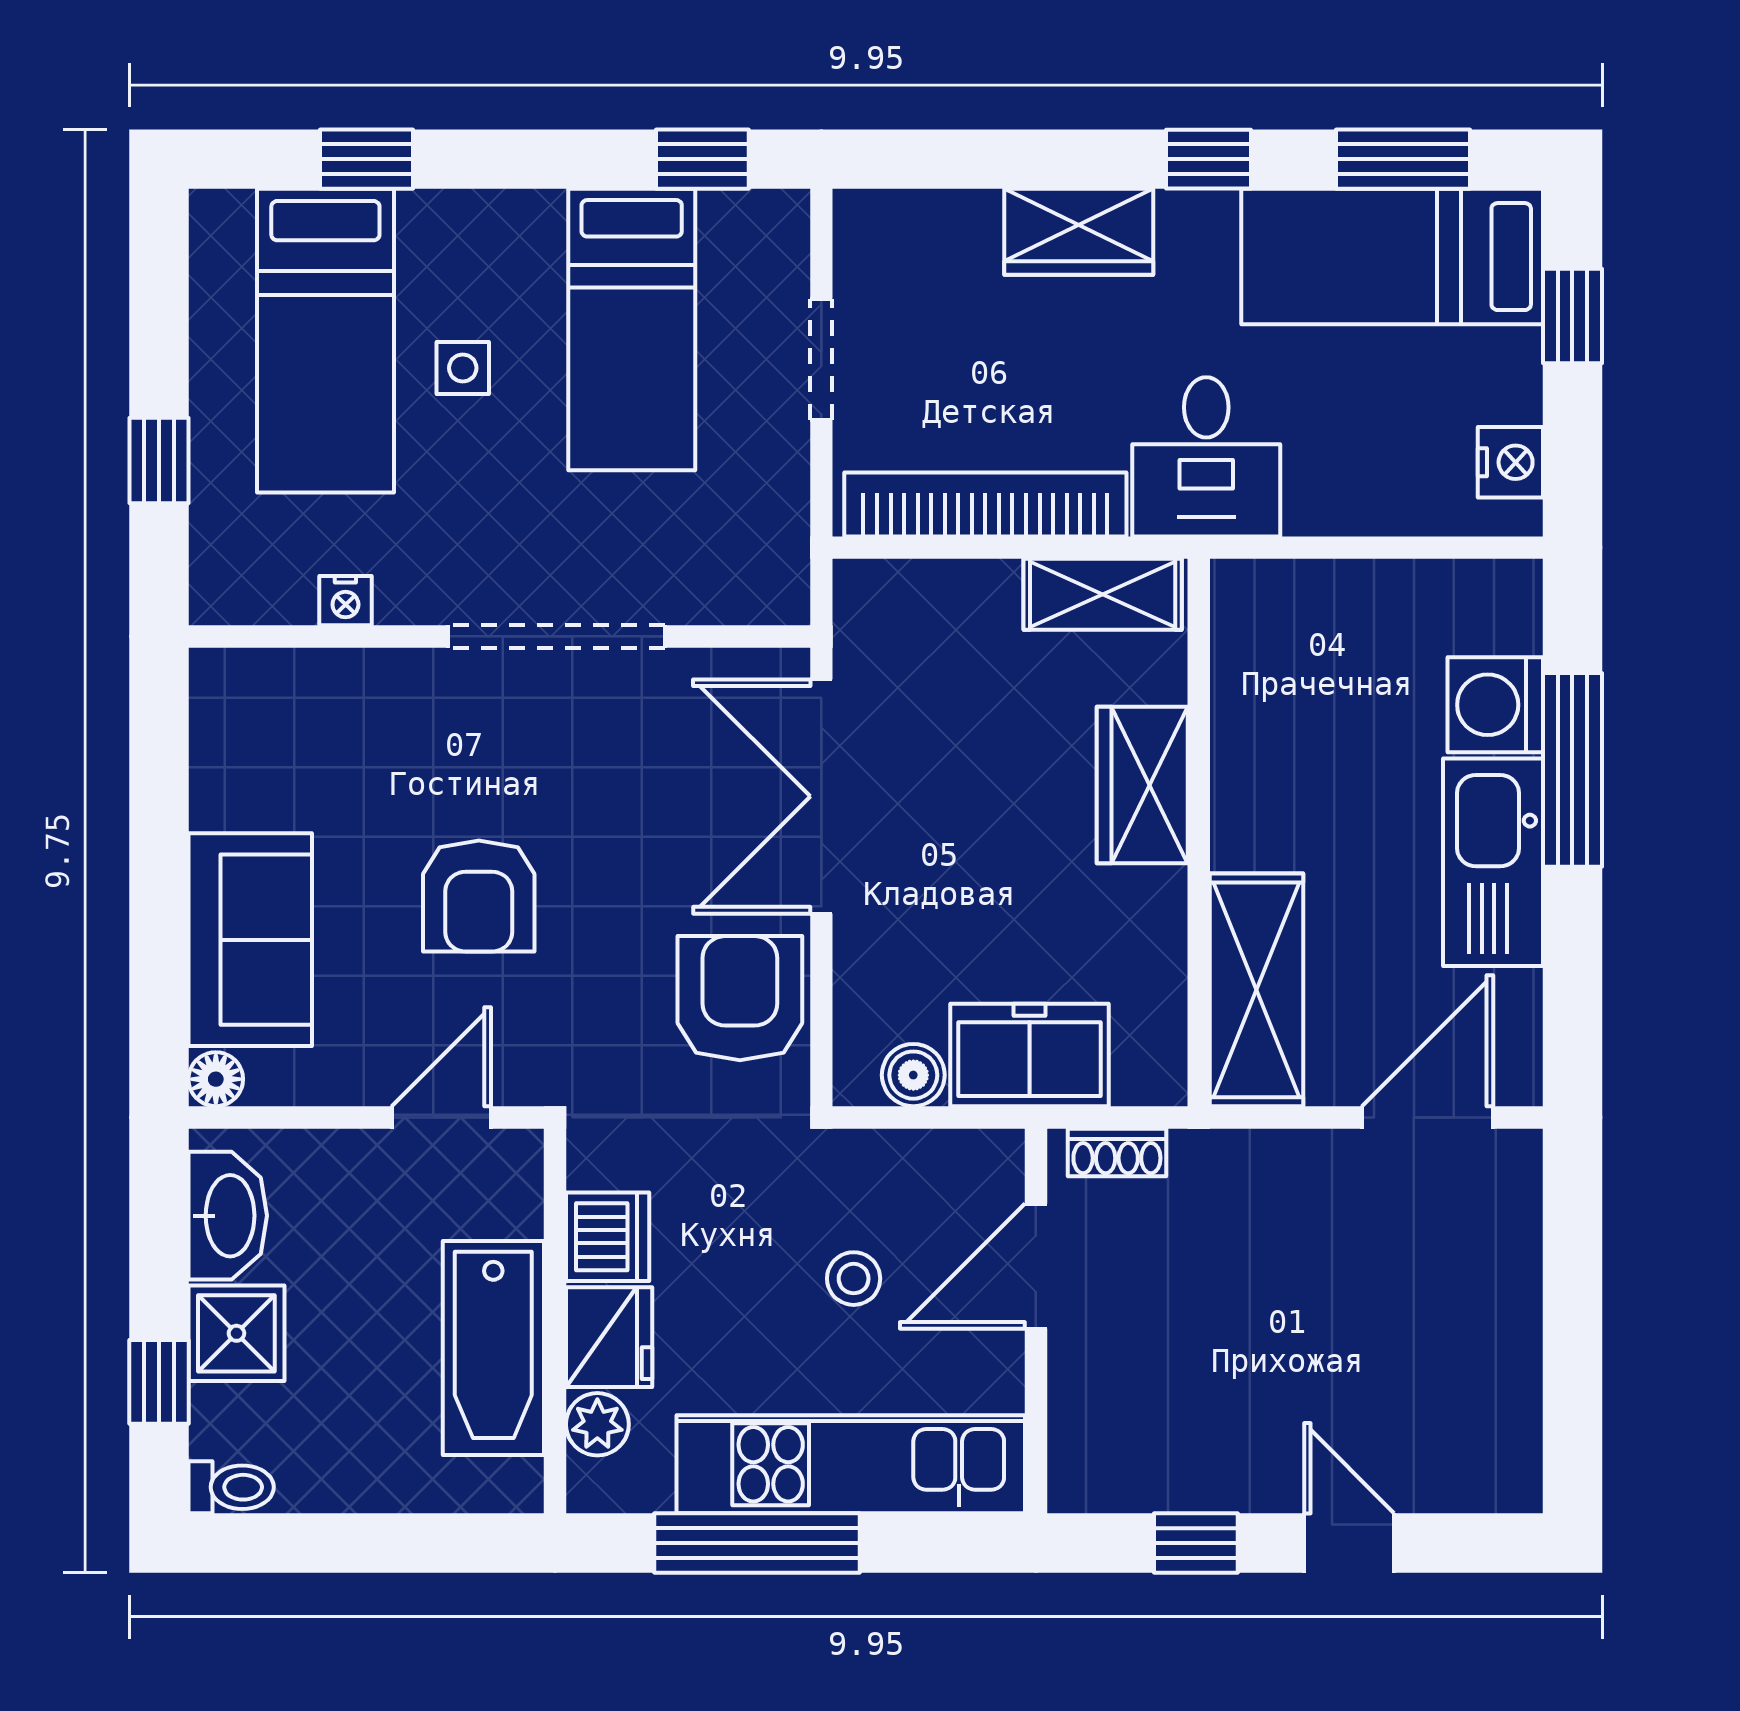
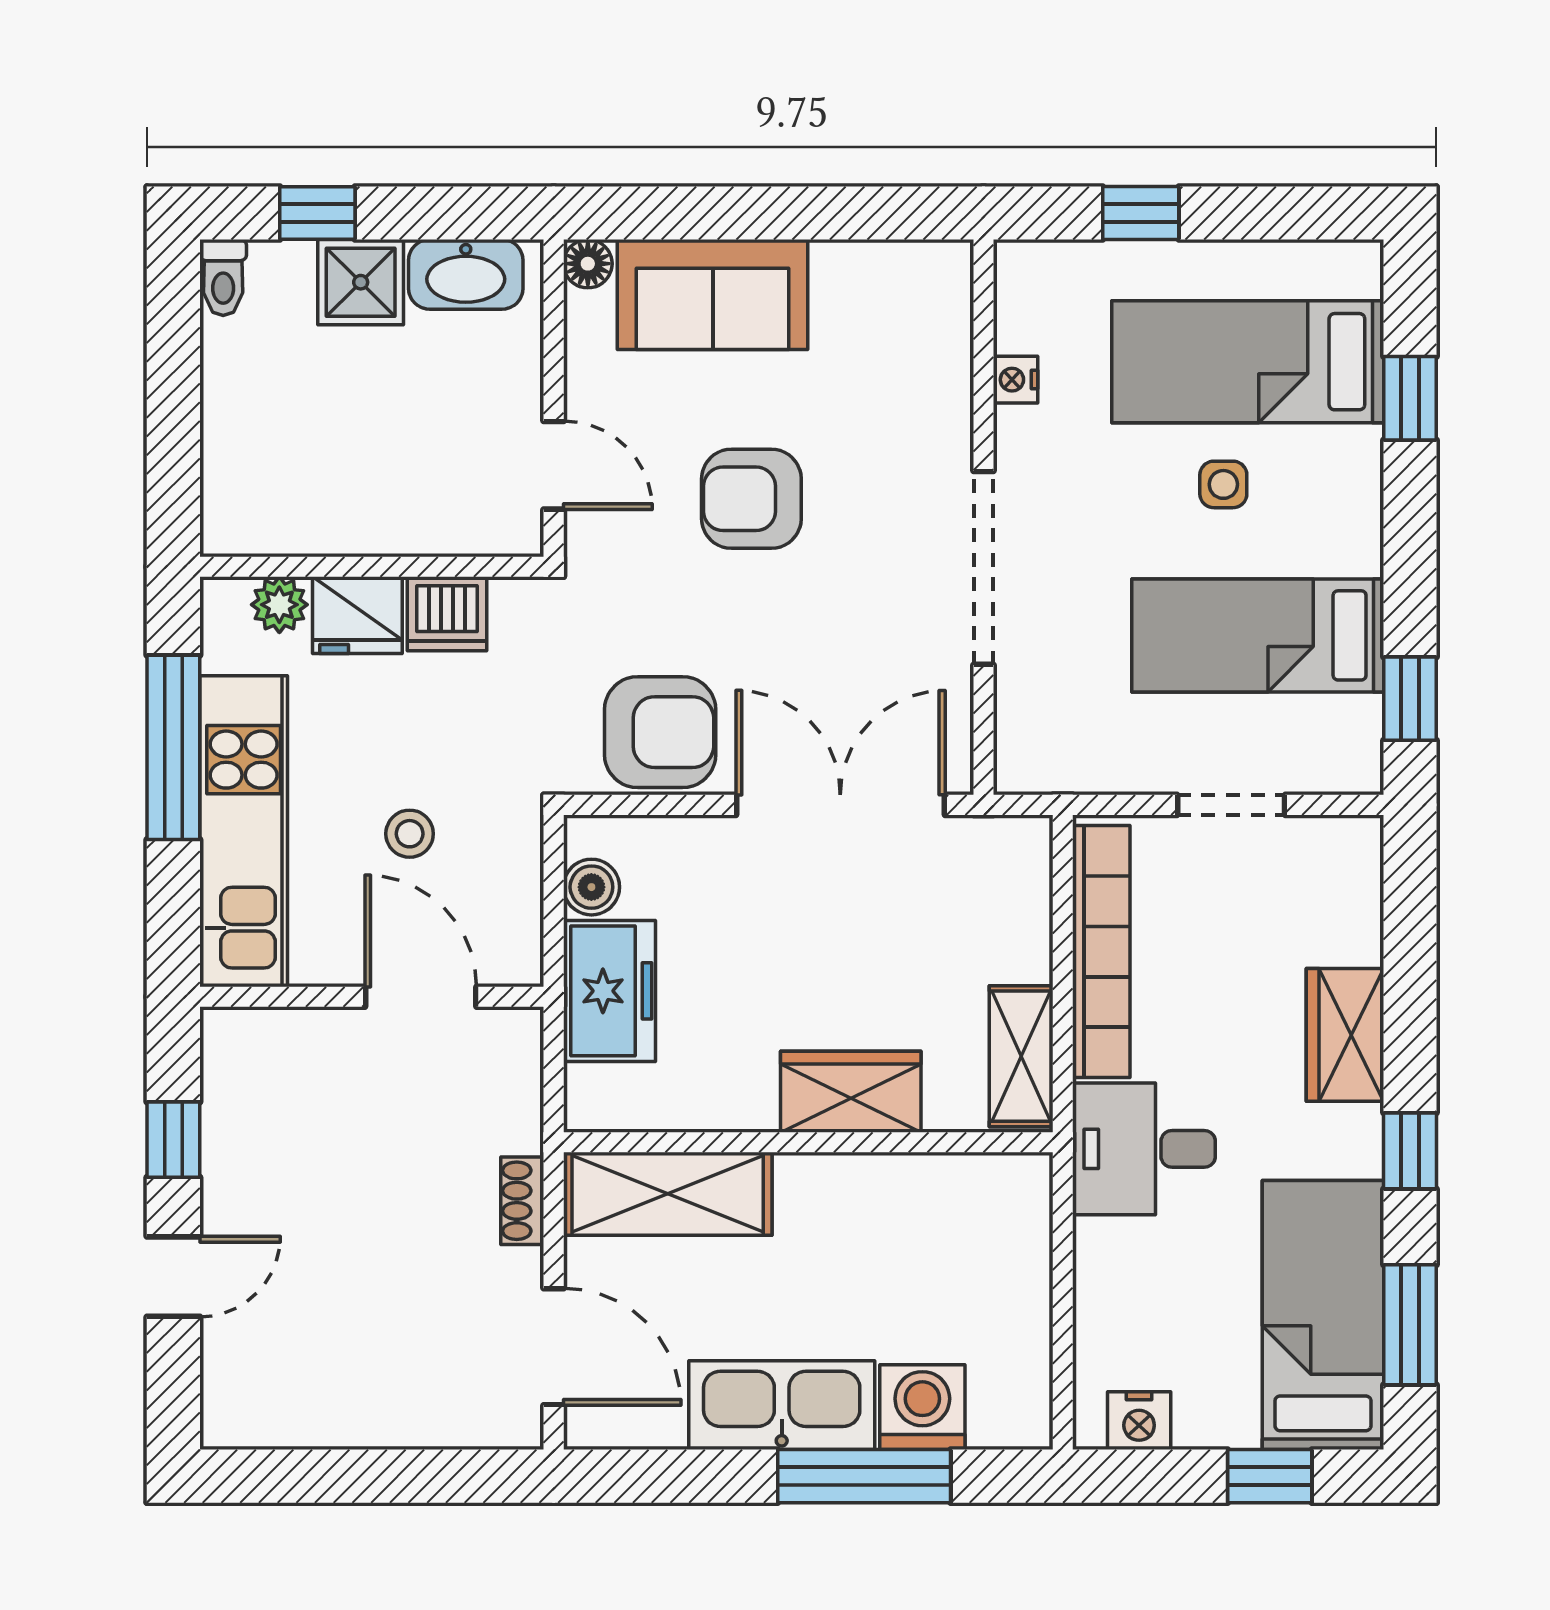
shoe rack: (1117, 1152) -> (522, 1201), moved
bathtub: (493, 1348) -> (348, 512), removed

